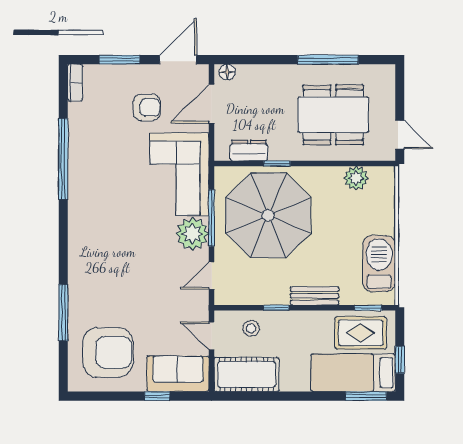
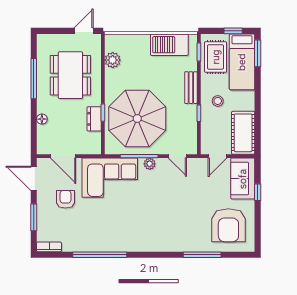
floor lamp: (227, 72) -> (42, 119), moved
dresser: (249, 150) -> (94, 119), moved
plant: (192, 234) -> (150, 164), width x0.53, depth x0.53
stool: (251, 328) -> (218, 101), moved
armchair: (108, 352) -> (228, 225), turned 180

